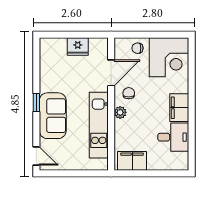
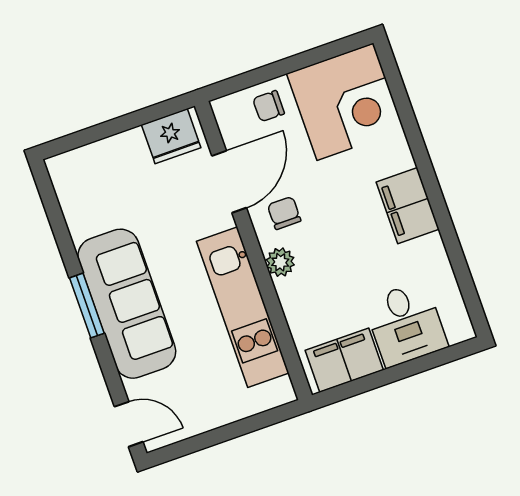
fridge: (78, 46) -> (171, 136), moved
window: (36, 102) -> (87, 306), width x1.50
sofa: (53, 116) -> (127, 304), width x1.36
desk: (173, 137) -> (406, 324), moved, turned 90

